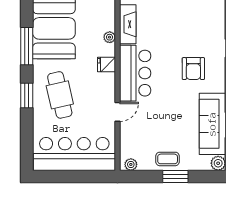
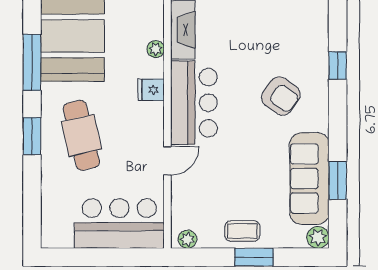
armchair: (193, 69) -> (281, 96), turned -55
bar counter: (74, 154) -> (119, 224), width x0.73

